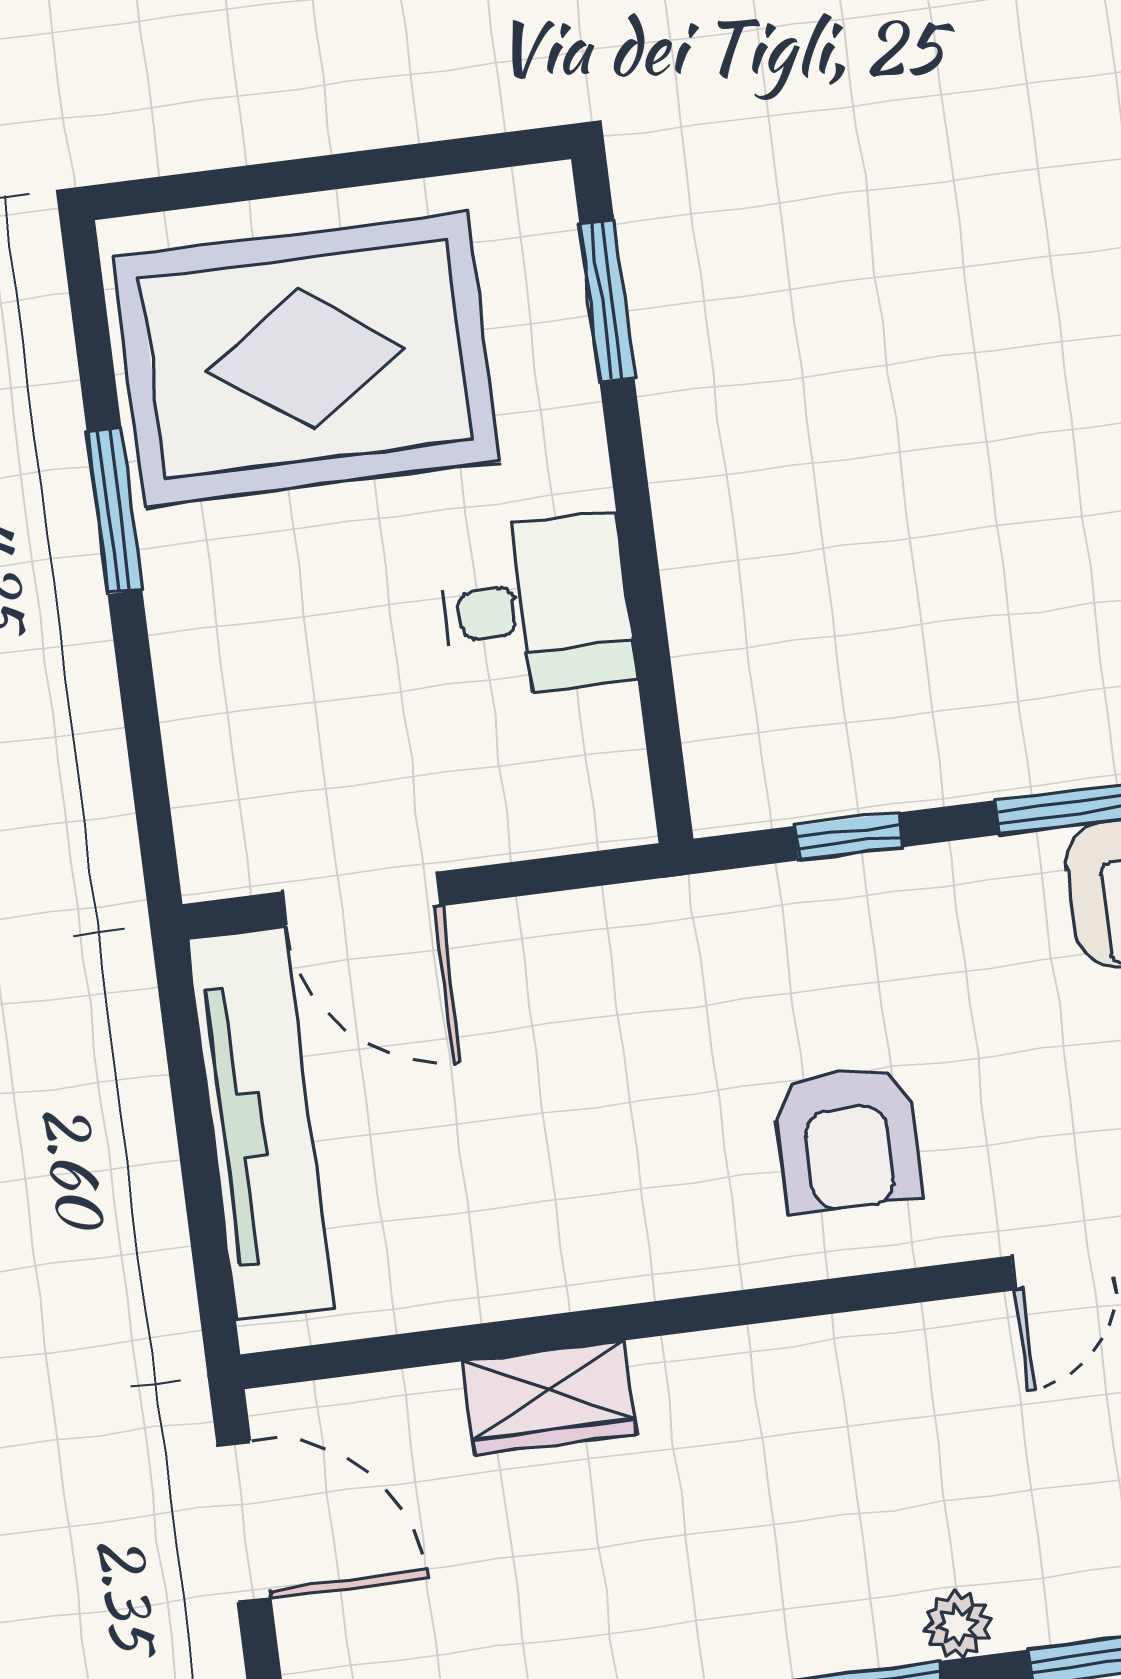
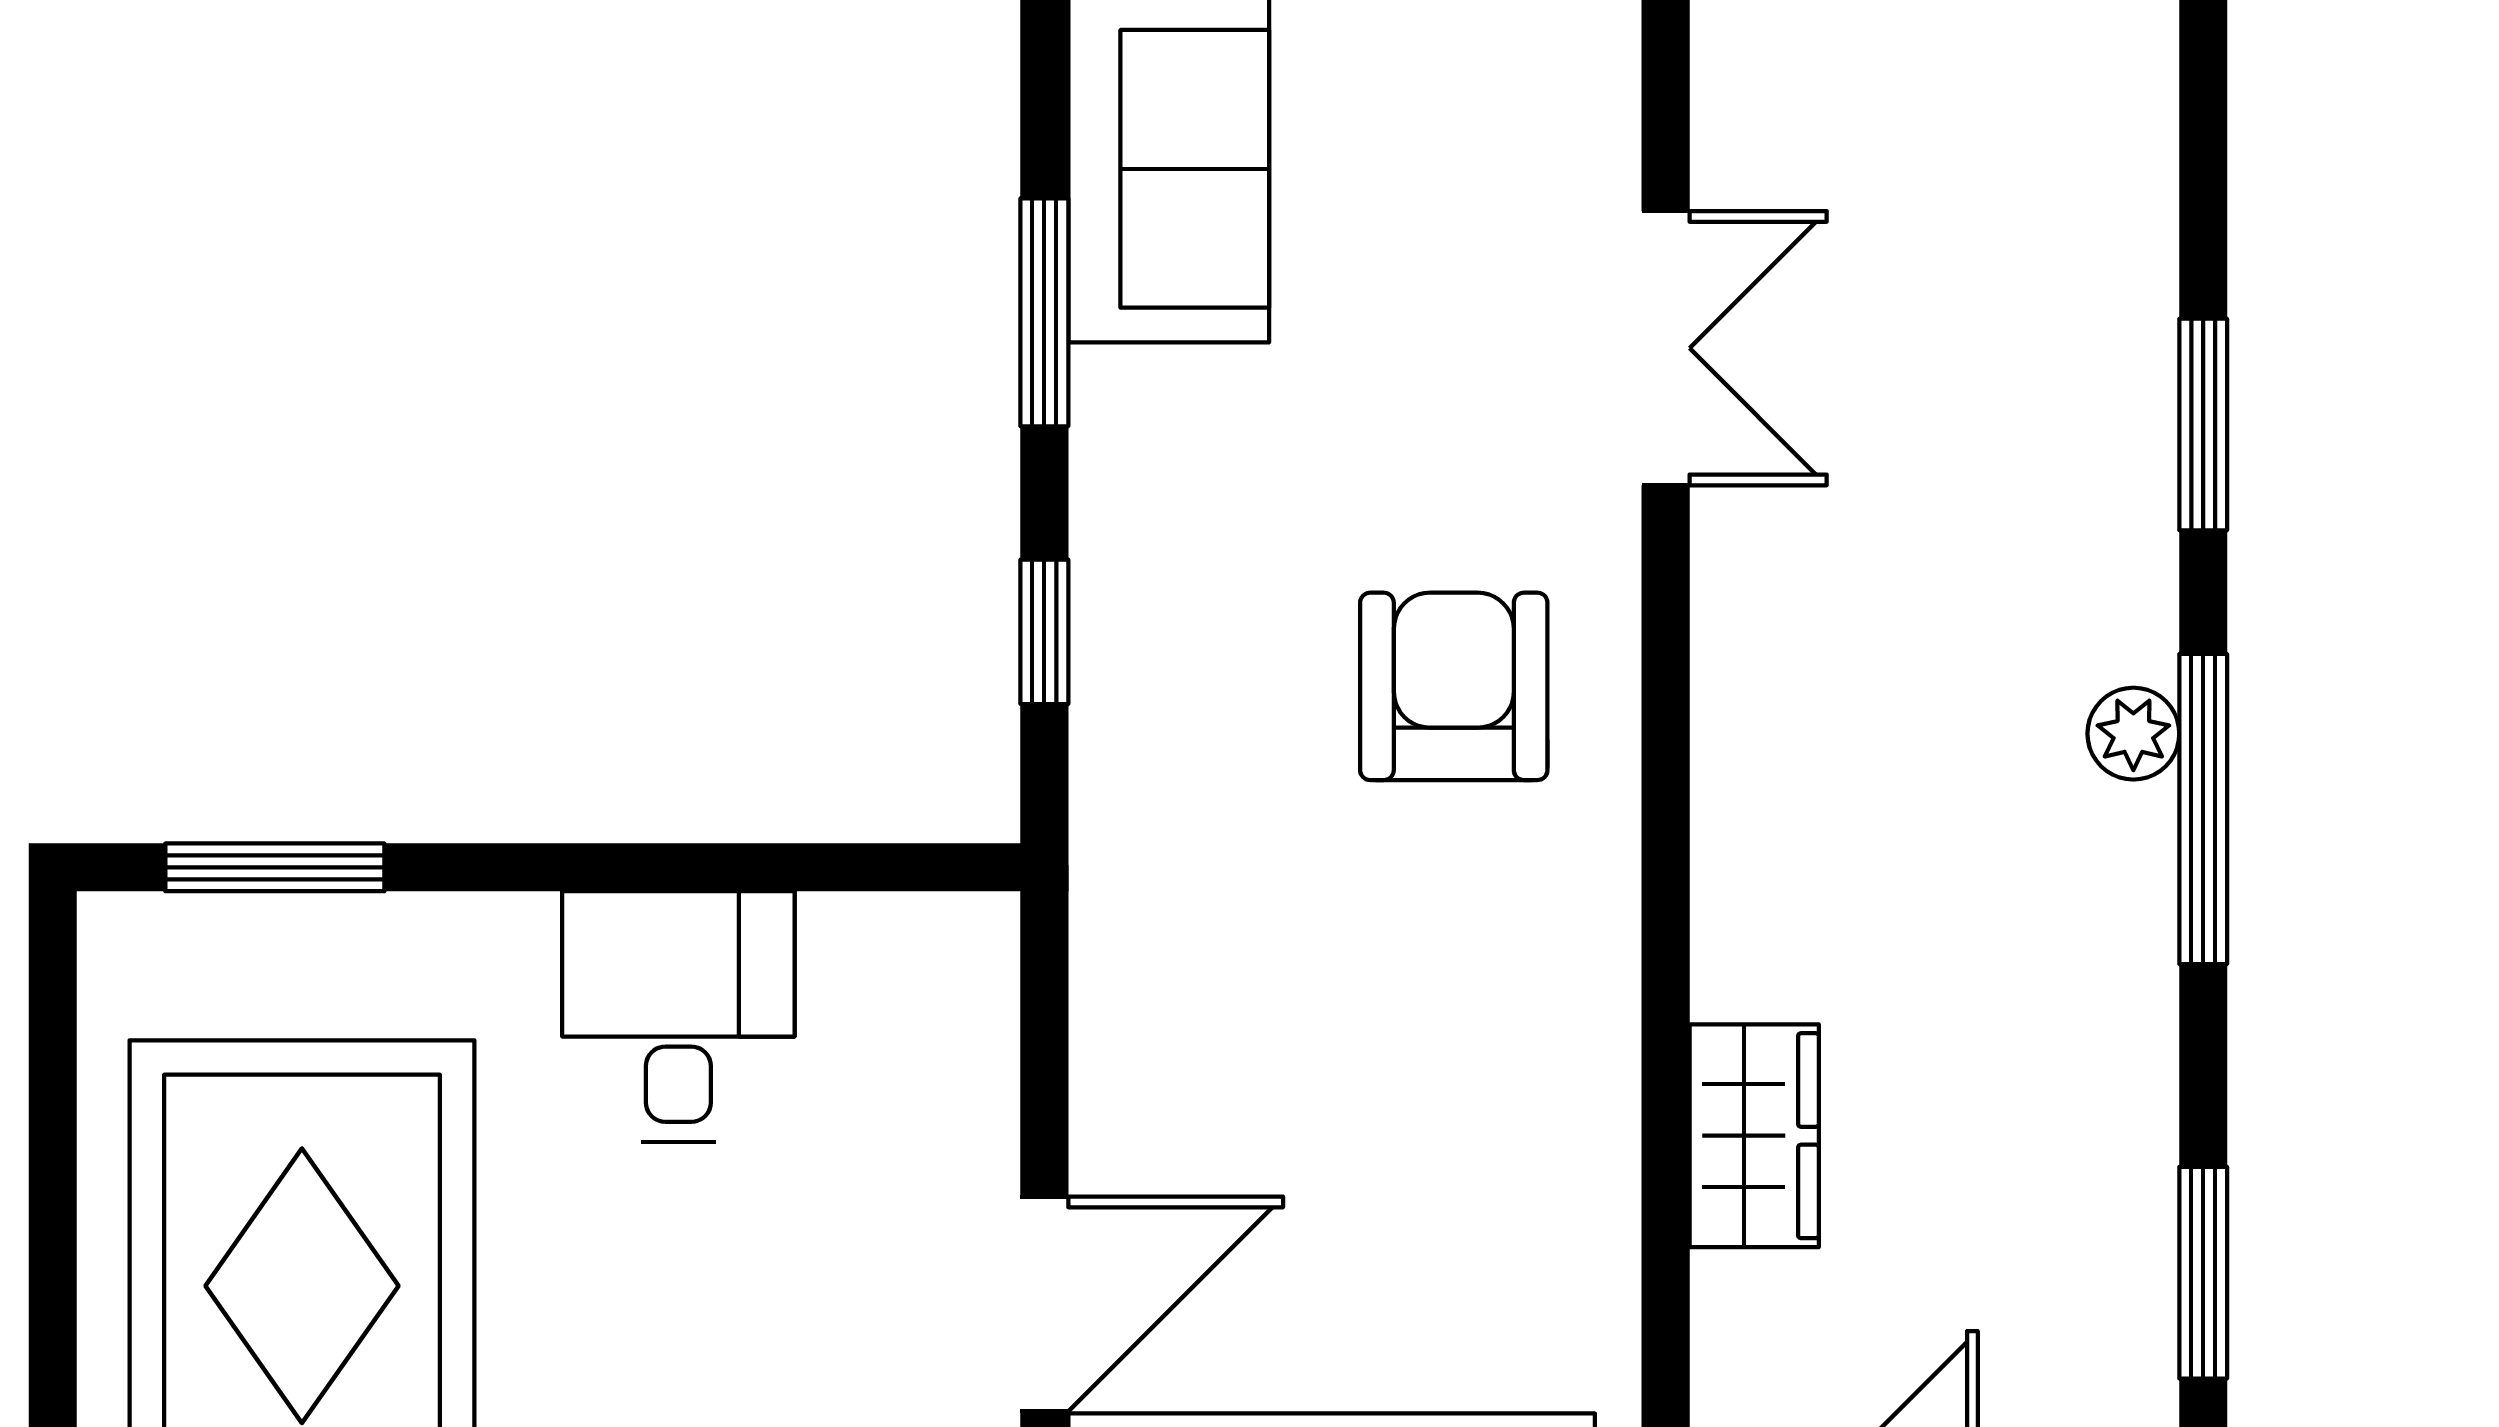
armchair: (847, 1138) -> (1454, 686), turned -90
plant: (958, 1625) -> (2133, 734), moved

